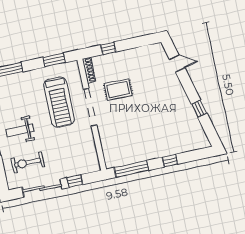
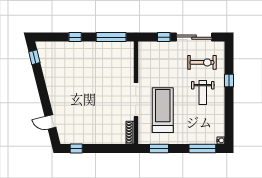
window: (108, 48) -> (76, 149), moved
rug: (118, 90) -> (108, 110), removed
window: (199, 109) -> (34, 57), moved
weight bench: (20, 130) -> (203, 93), turned 90

